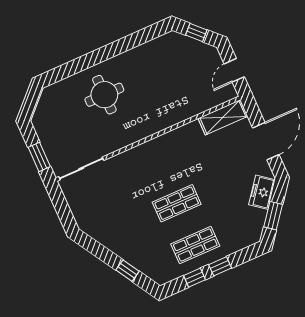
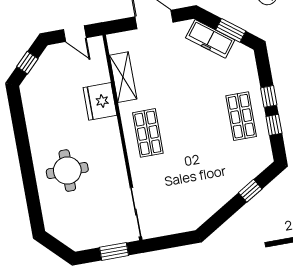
fridge: (177, 109) -> (100, 101), added
shelving: (223, 117) -> (123, 77), moved
freezer: (262, 192) -> (210, 39), width x1.40
shop shelf: (177, 203) -> (148, 133), moved

